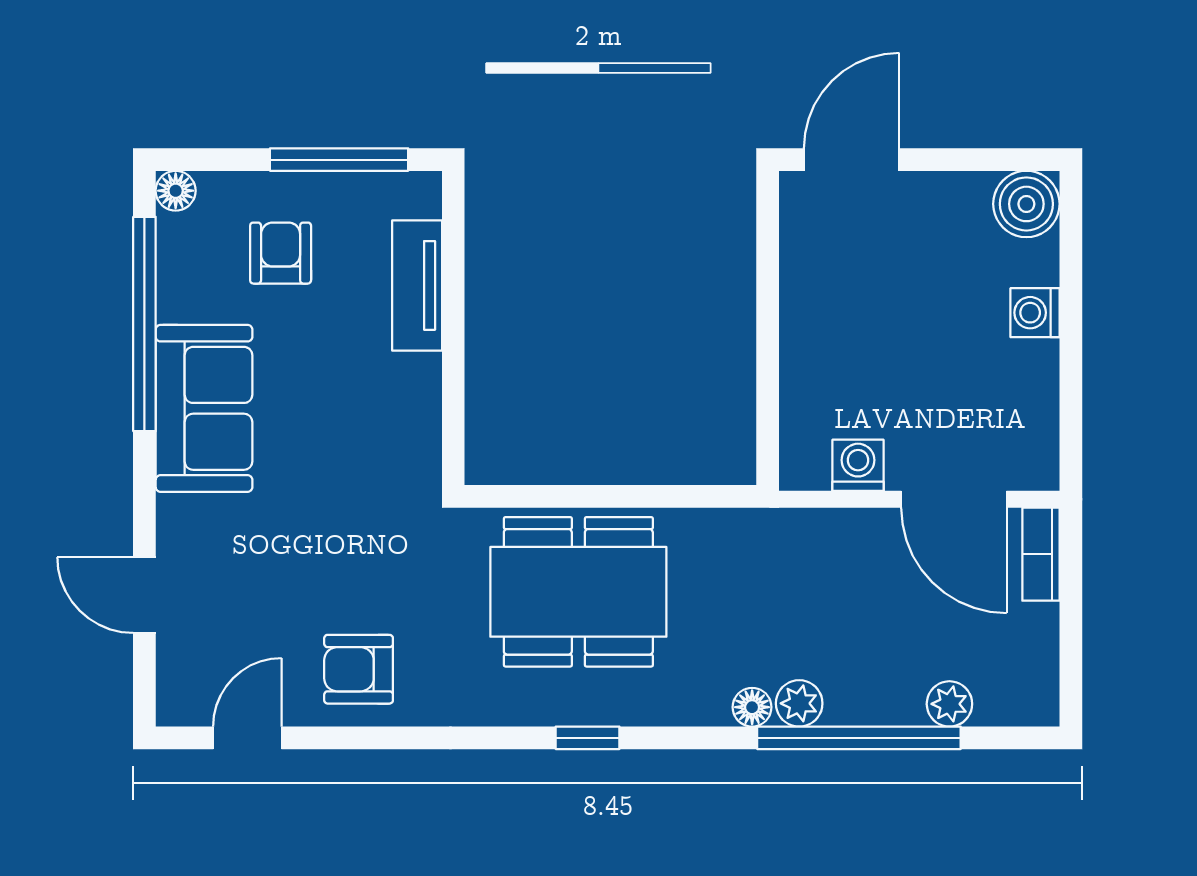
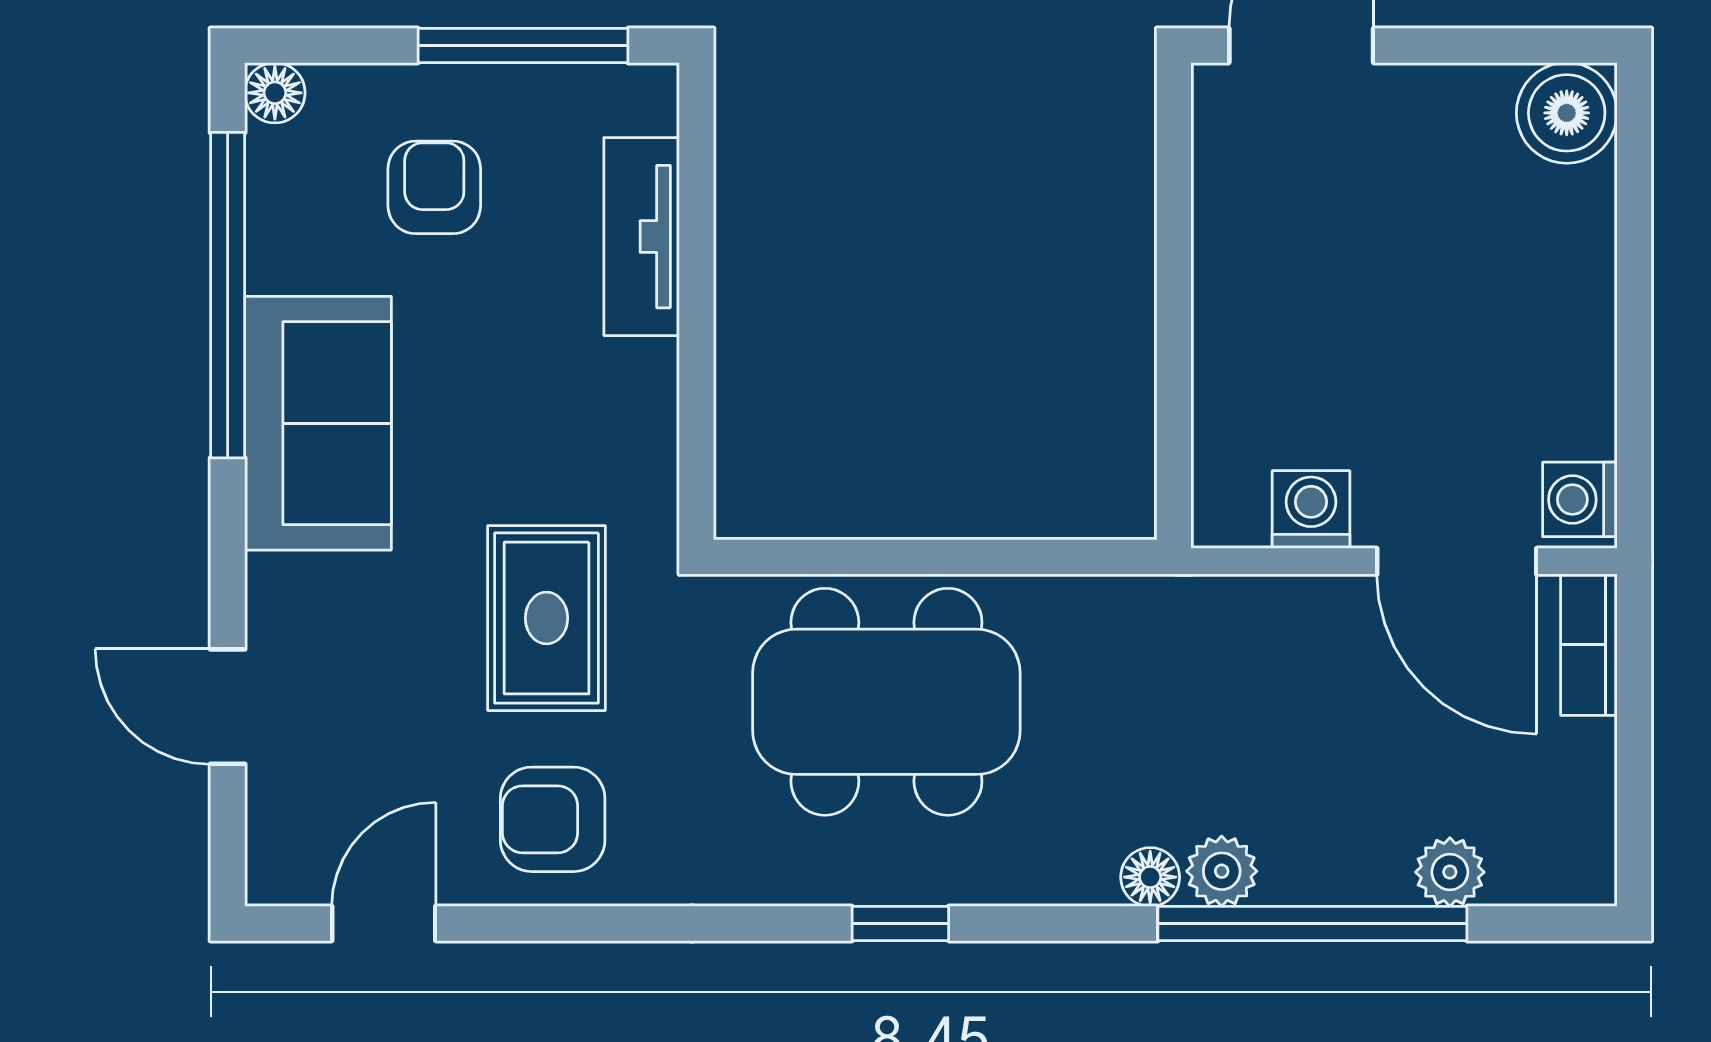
washing machine: (1035, 313) -> (1580, 499), moved
rug: (355, 537) -> (547, 618), added

